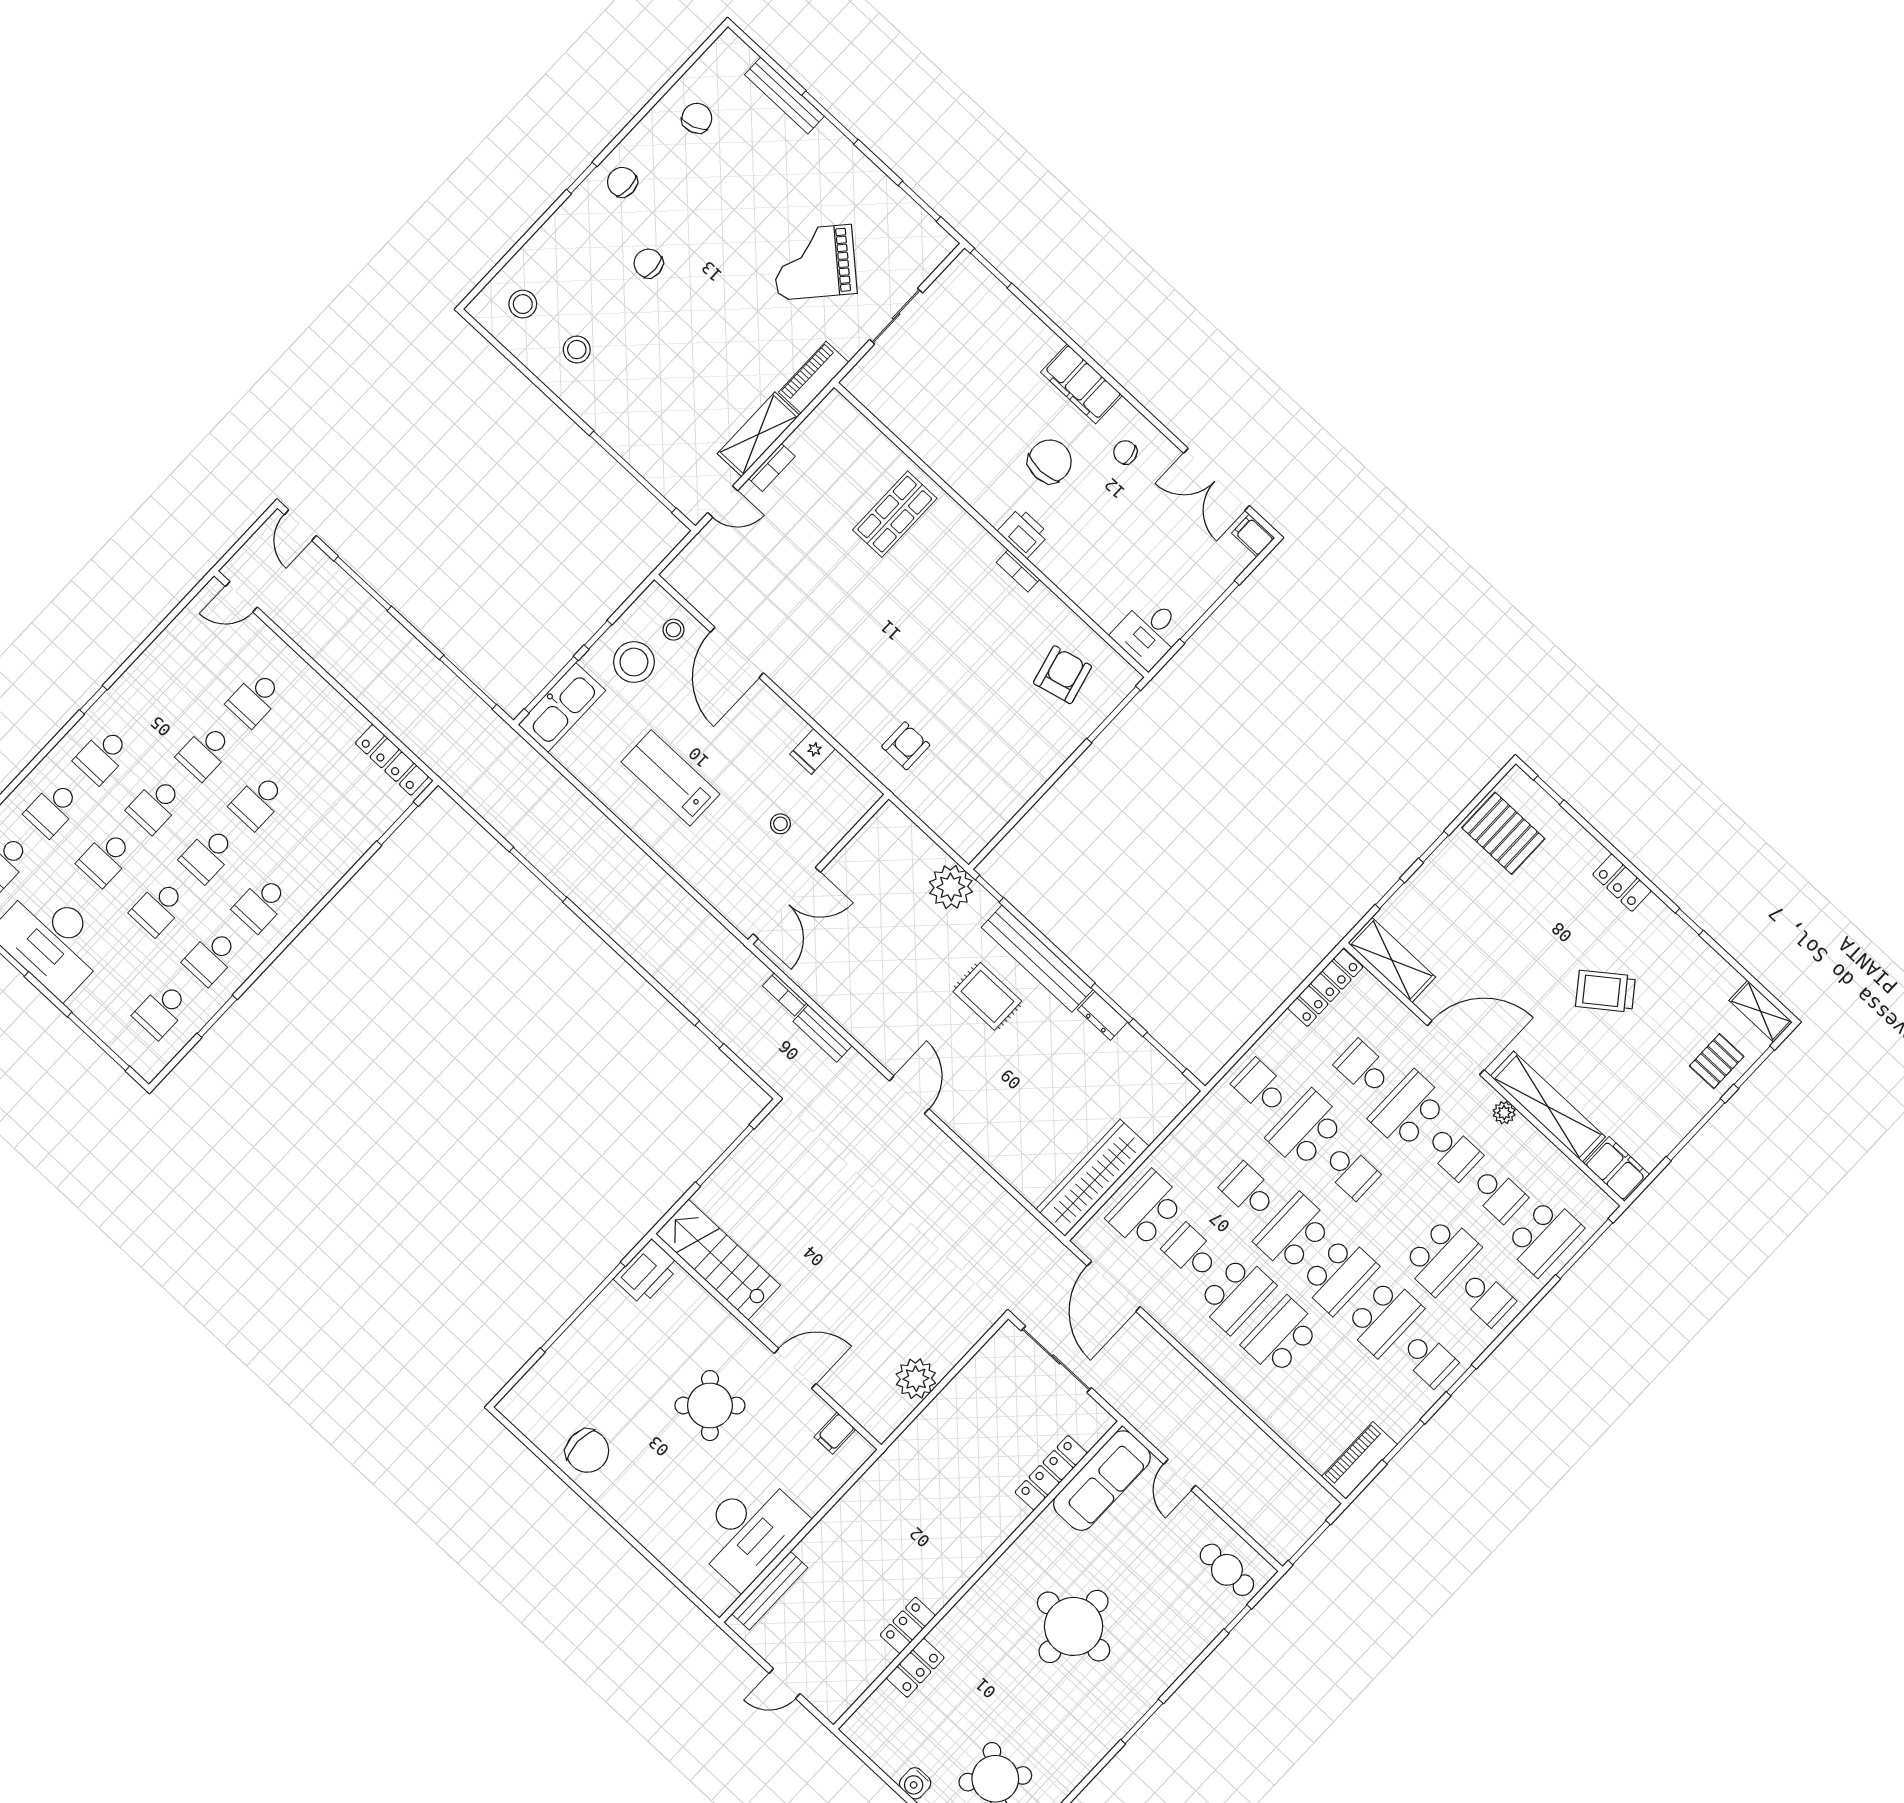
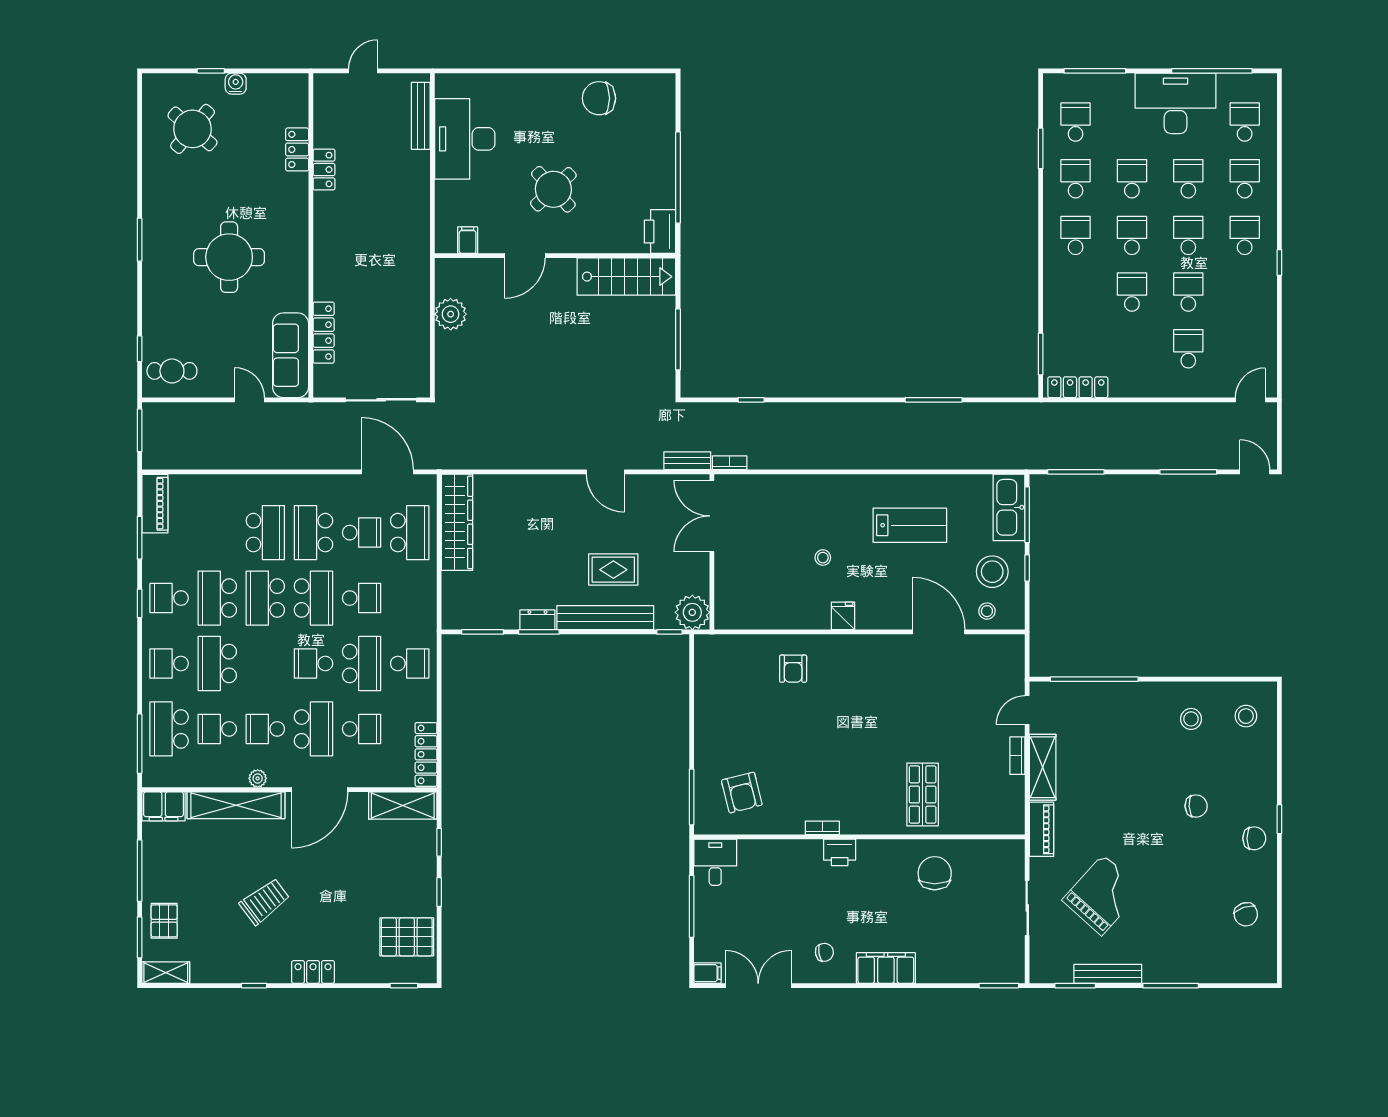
bench: (784, 96) -> (1108, 974), moved
chair: (1050, 461) -> (935, 873), moved, turned 180
wall: (818, 869) -> (712, 552), moved
double door: (787, 903) -> (712, 516), moved

